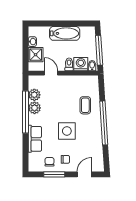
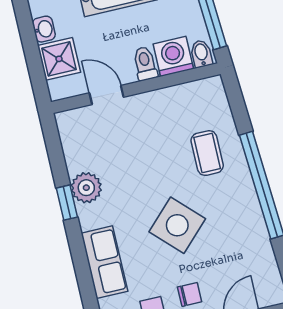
plant: (34, 95) -> (78, 156), removed
window: (26, 112) -> (67, 203), width x0.32
side table: (67, 131) -> (177, 225), turned 45

